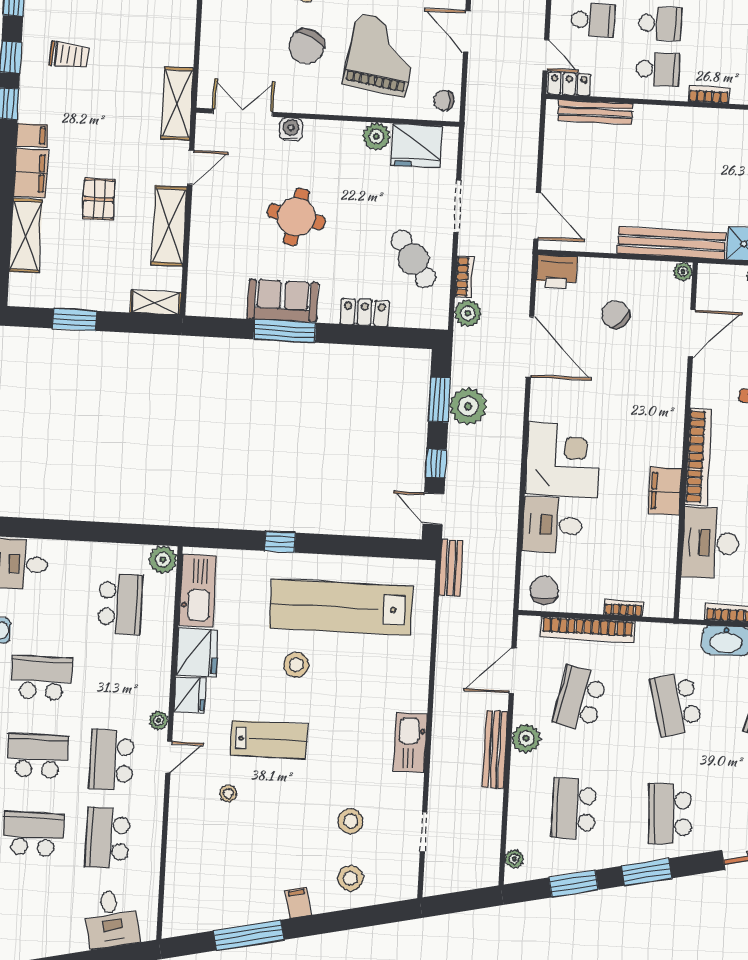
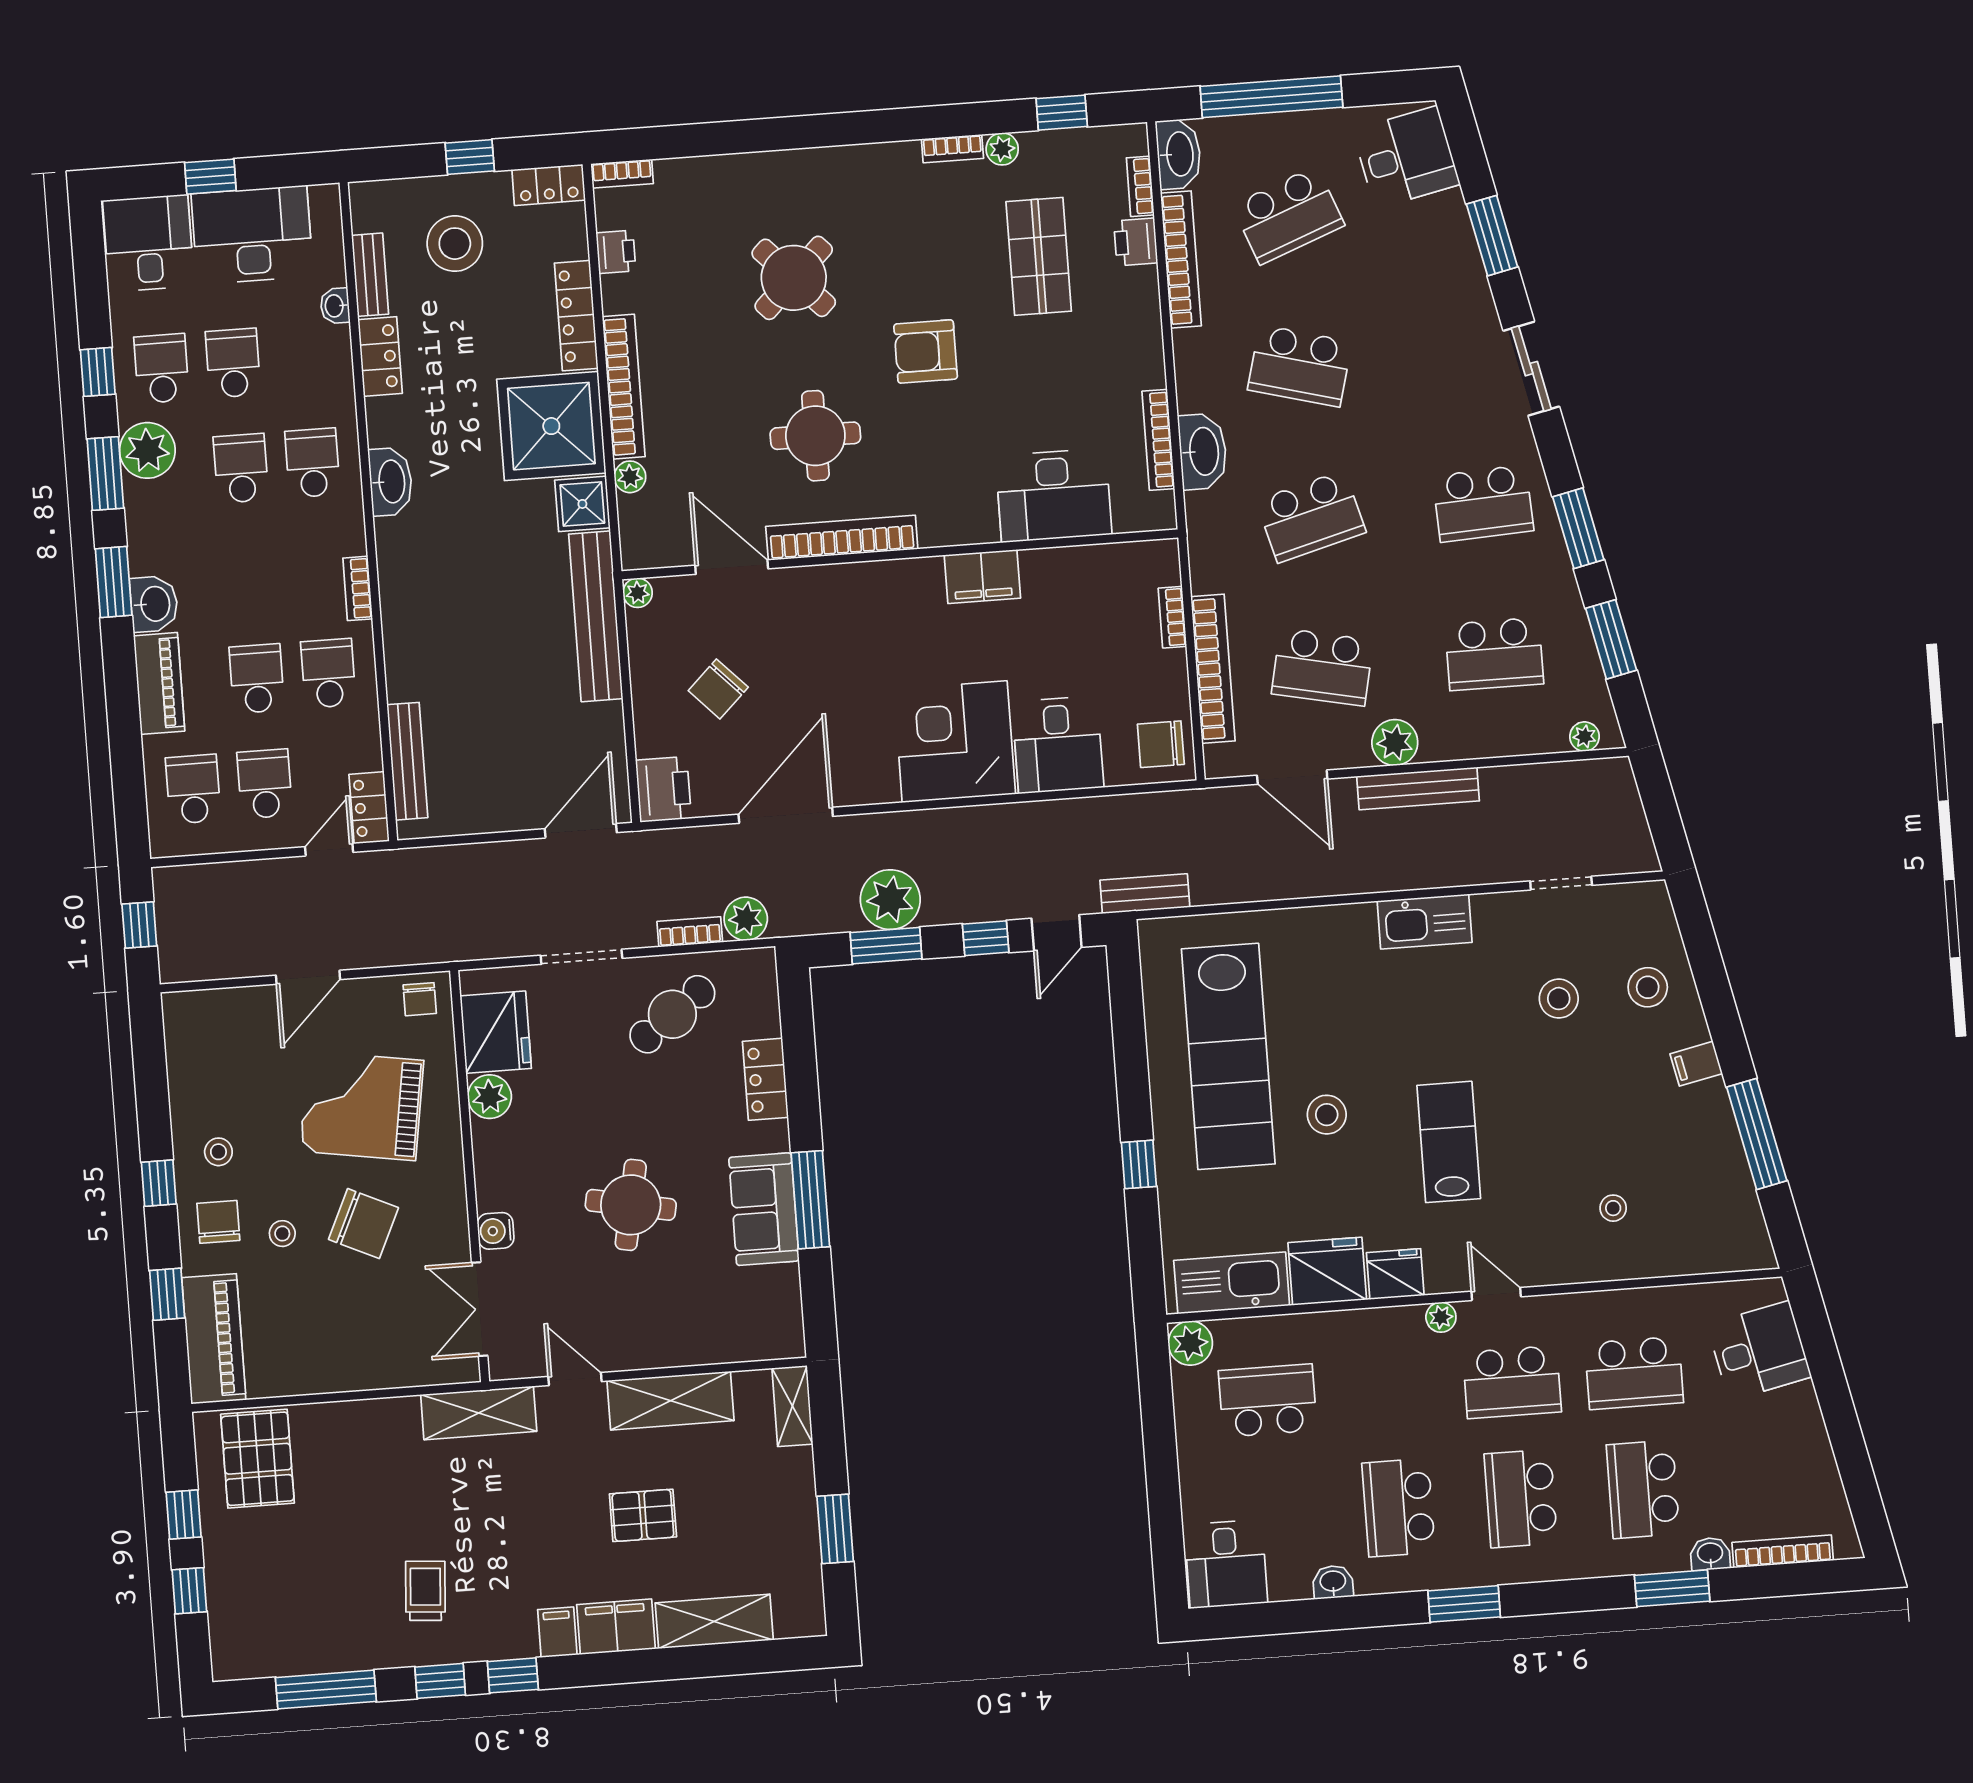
bookcase: (698, 457) -> (842, 538), moved
stool: (228, 793) -> (1613, 1208), moved

